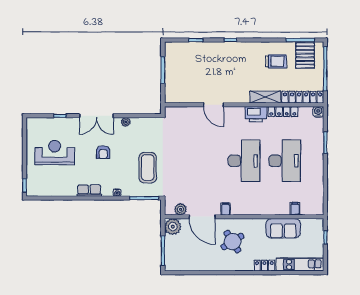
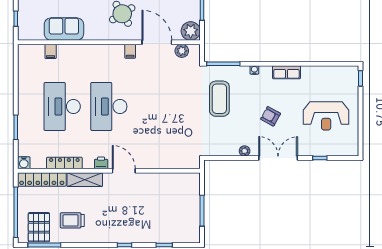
door: (213, 105) -> (124, 171), moved
printer: (256, 114) -> (101, 163), width x0.53, depth x0.68
armchair: (103, 152) -> (271, 116), turned -61

